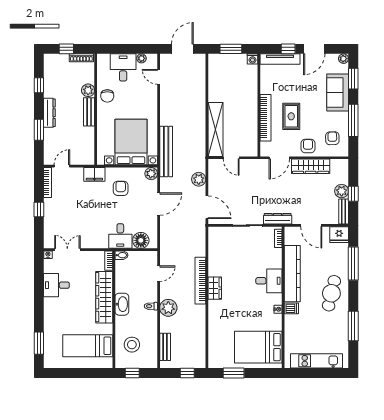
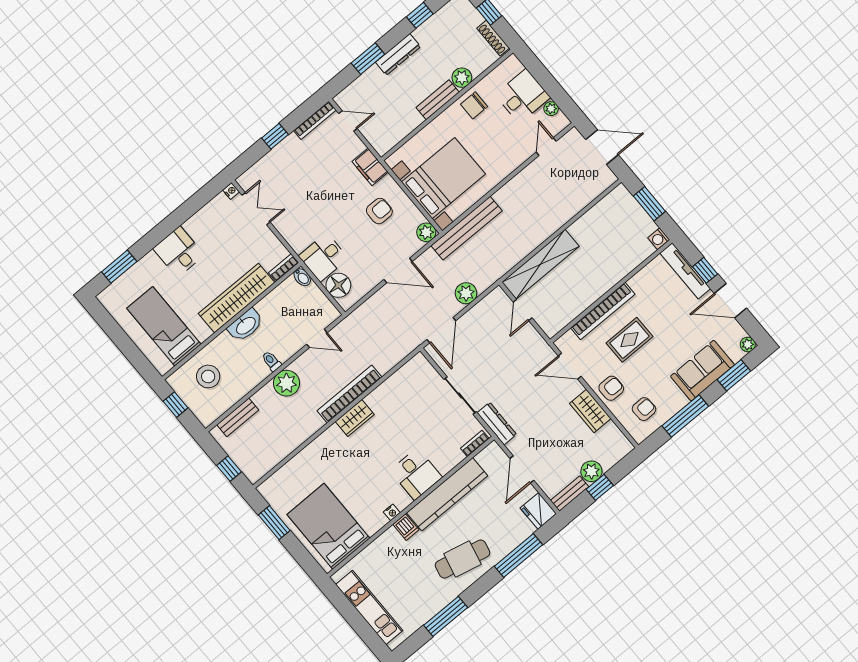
wardrobe: (311, 166) -> (590, 411), width x0.67
desk: (56, 285) -> (179, 252), moved

